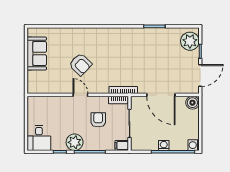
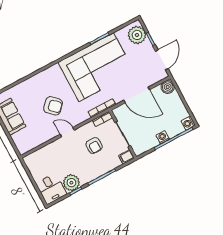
corner sofa: (138, 50) -> (96, 67), added
armchair: (98, 120) -> (94, 146), turned 180
plant: (75, 142) -> (71, 183), moved

